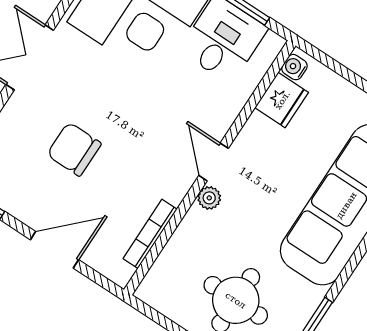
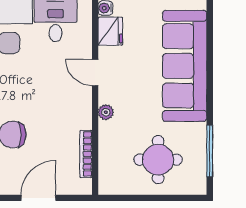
door: (214, 162) -> (95, 72), moved

